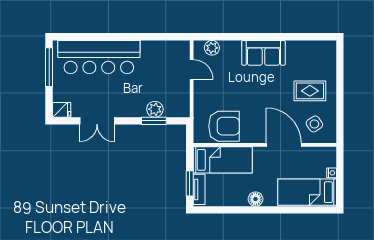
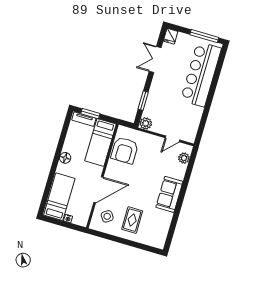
plant: (155, 109) -> (146, 123), moved

